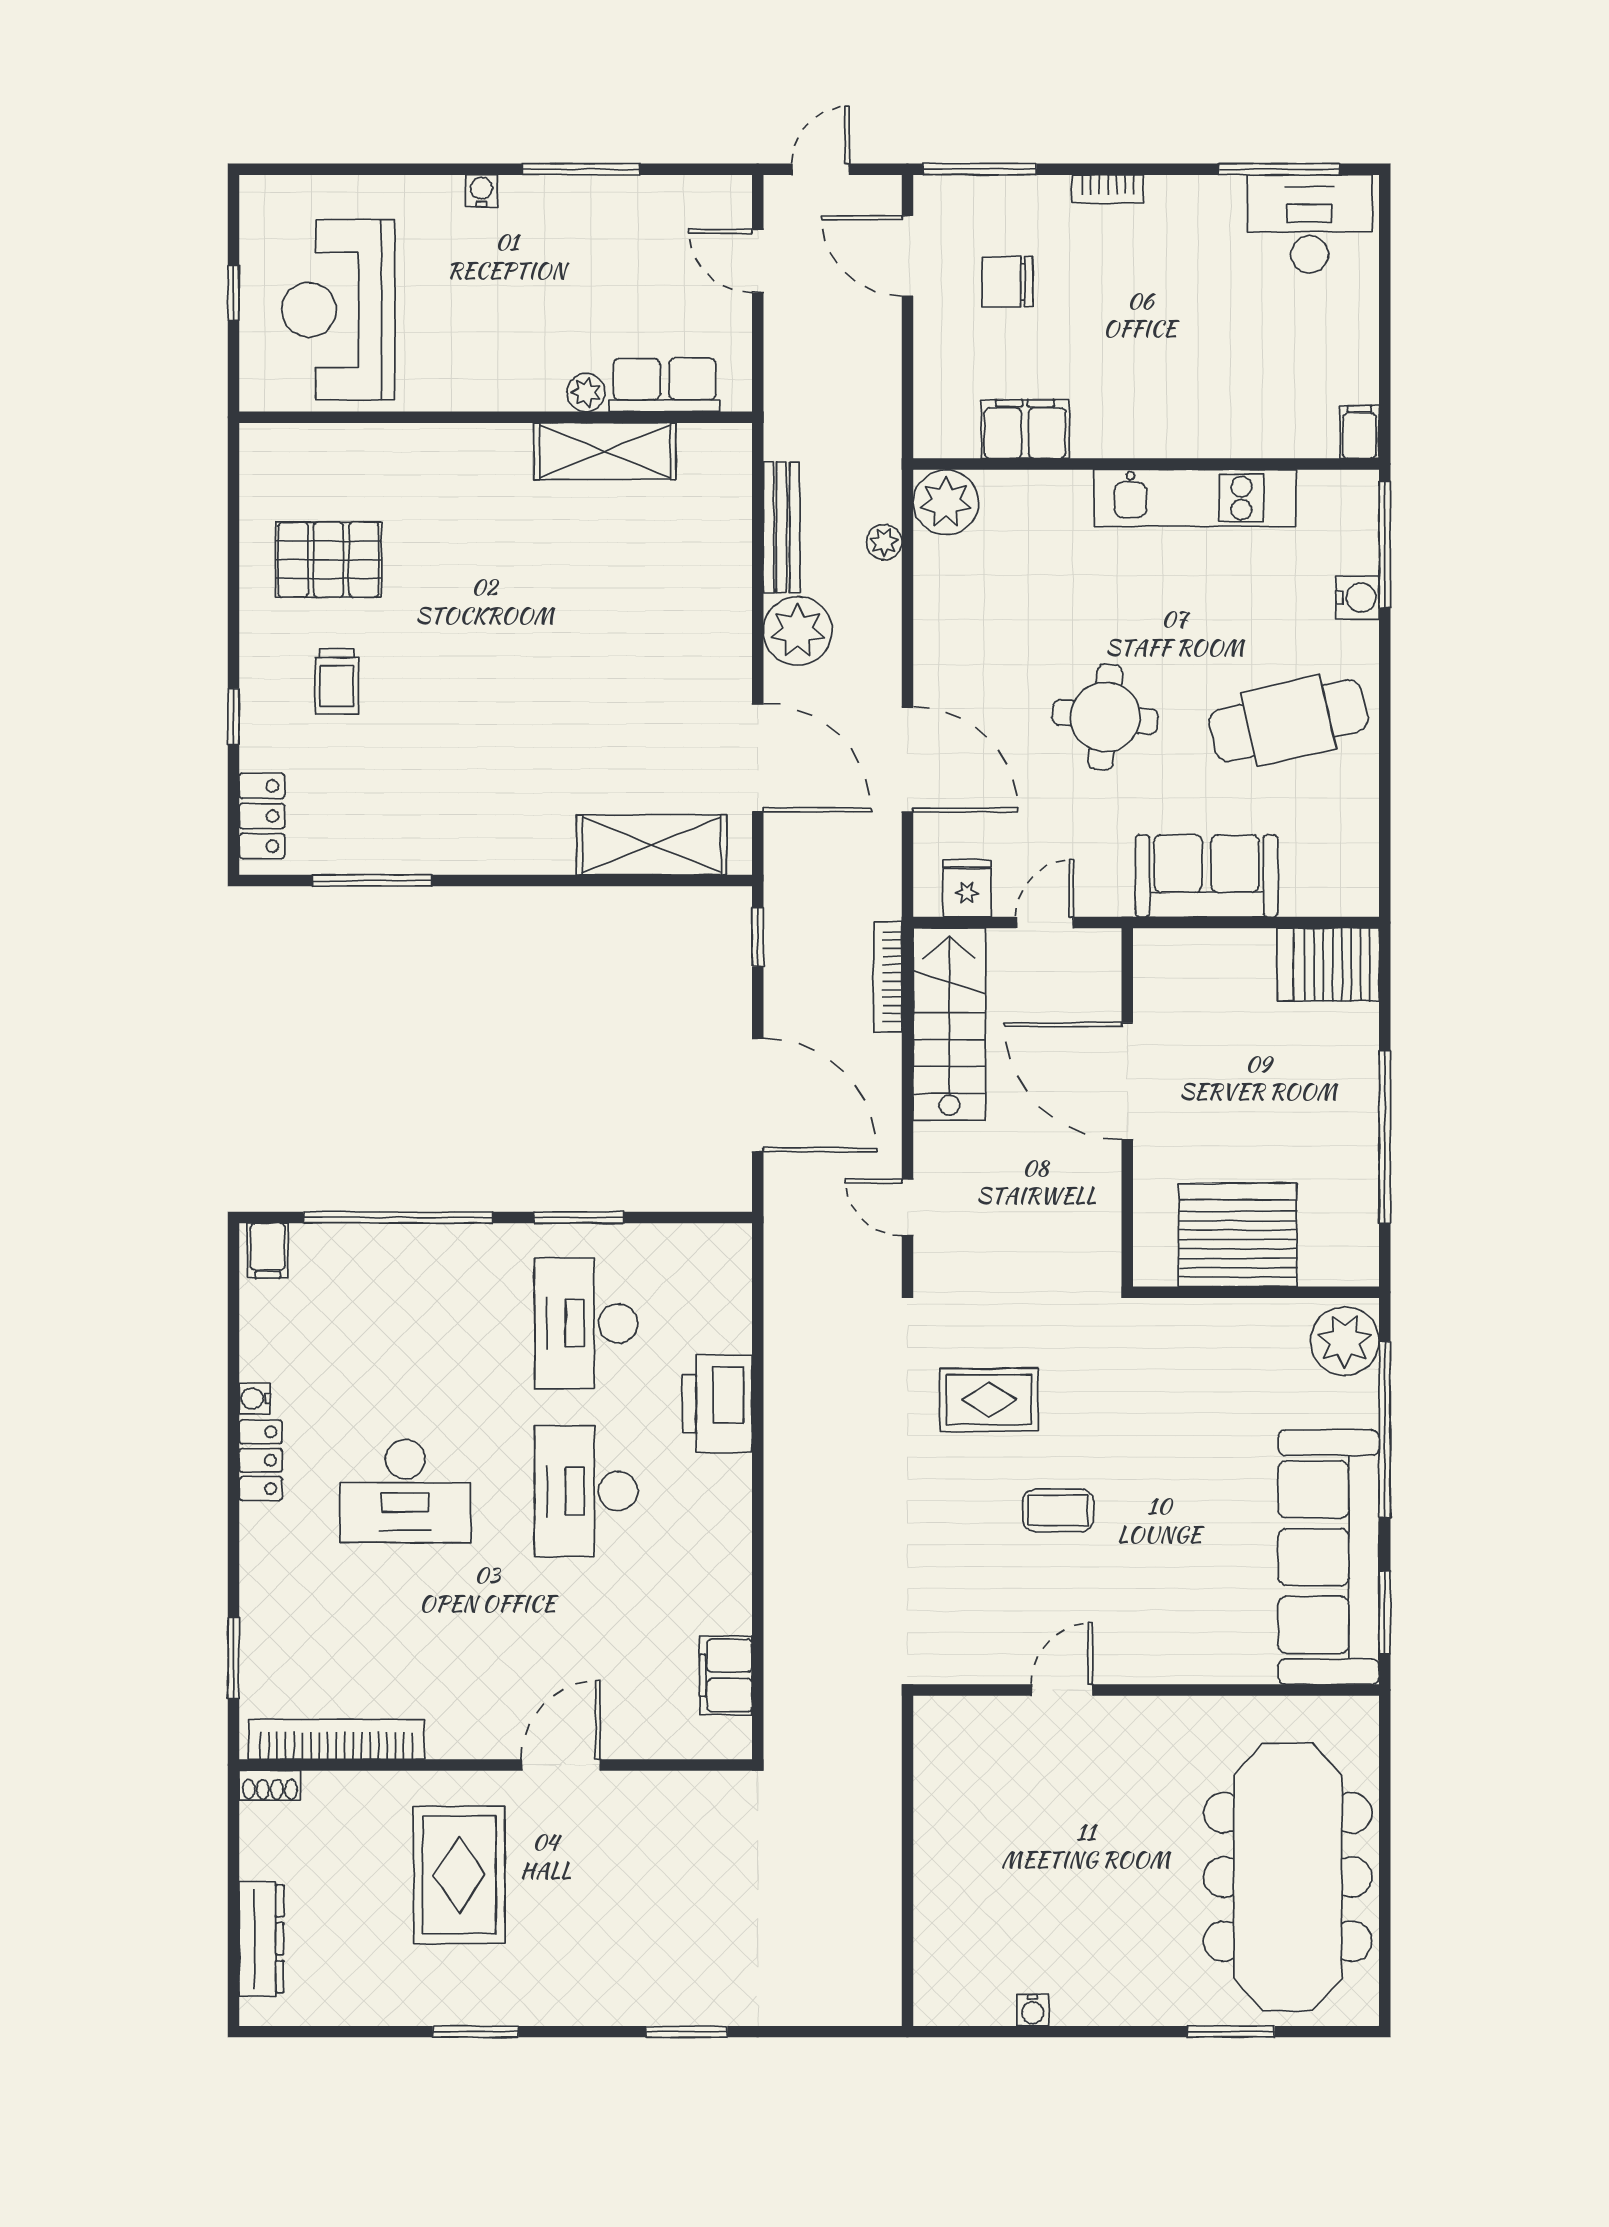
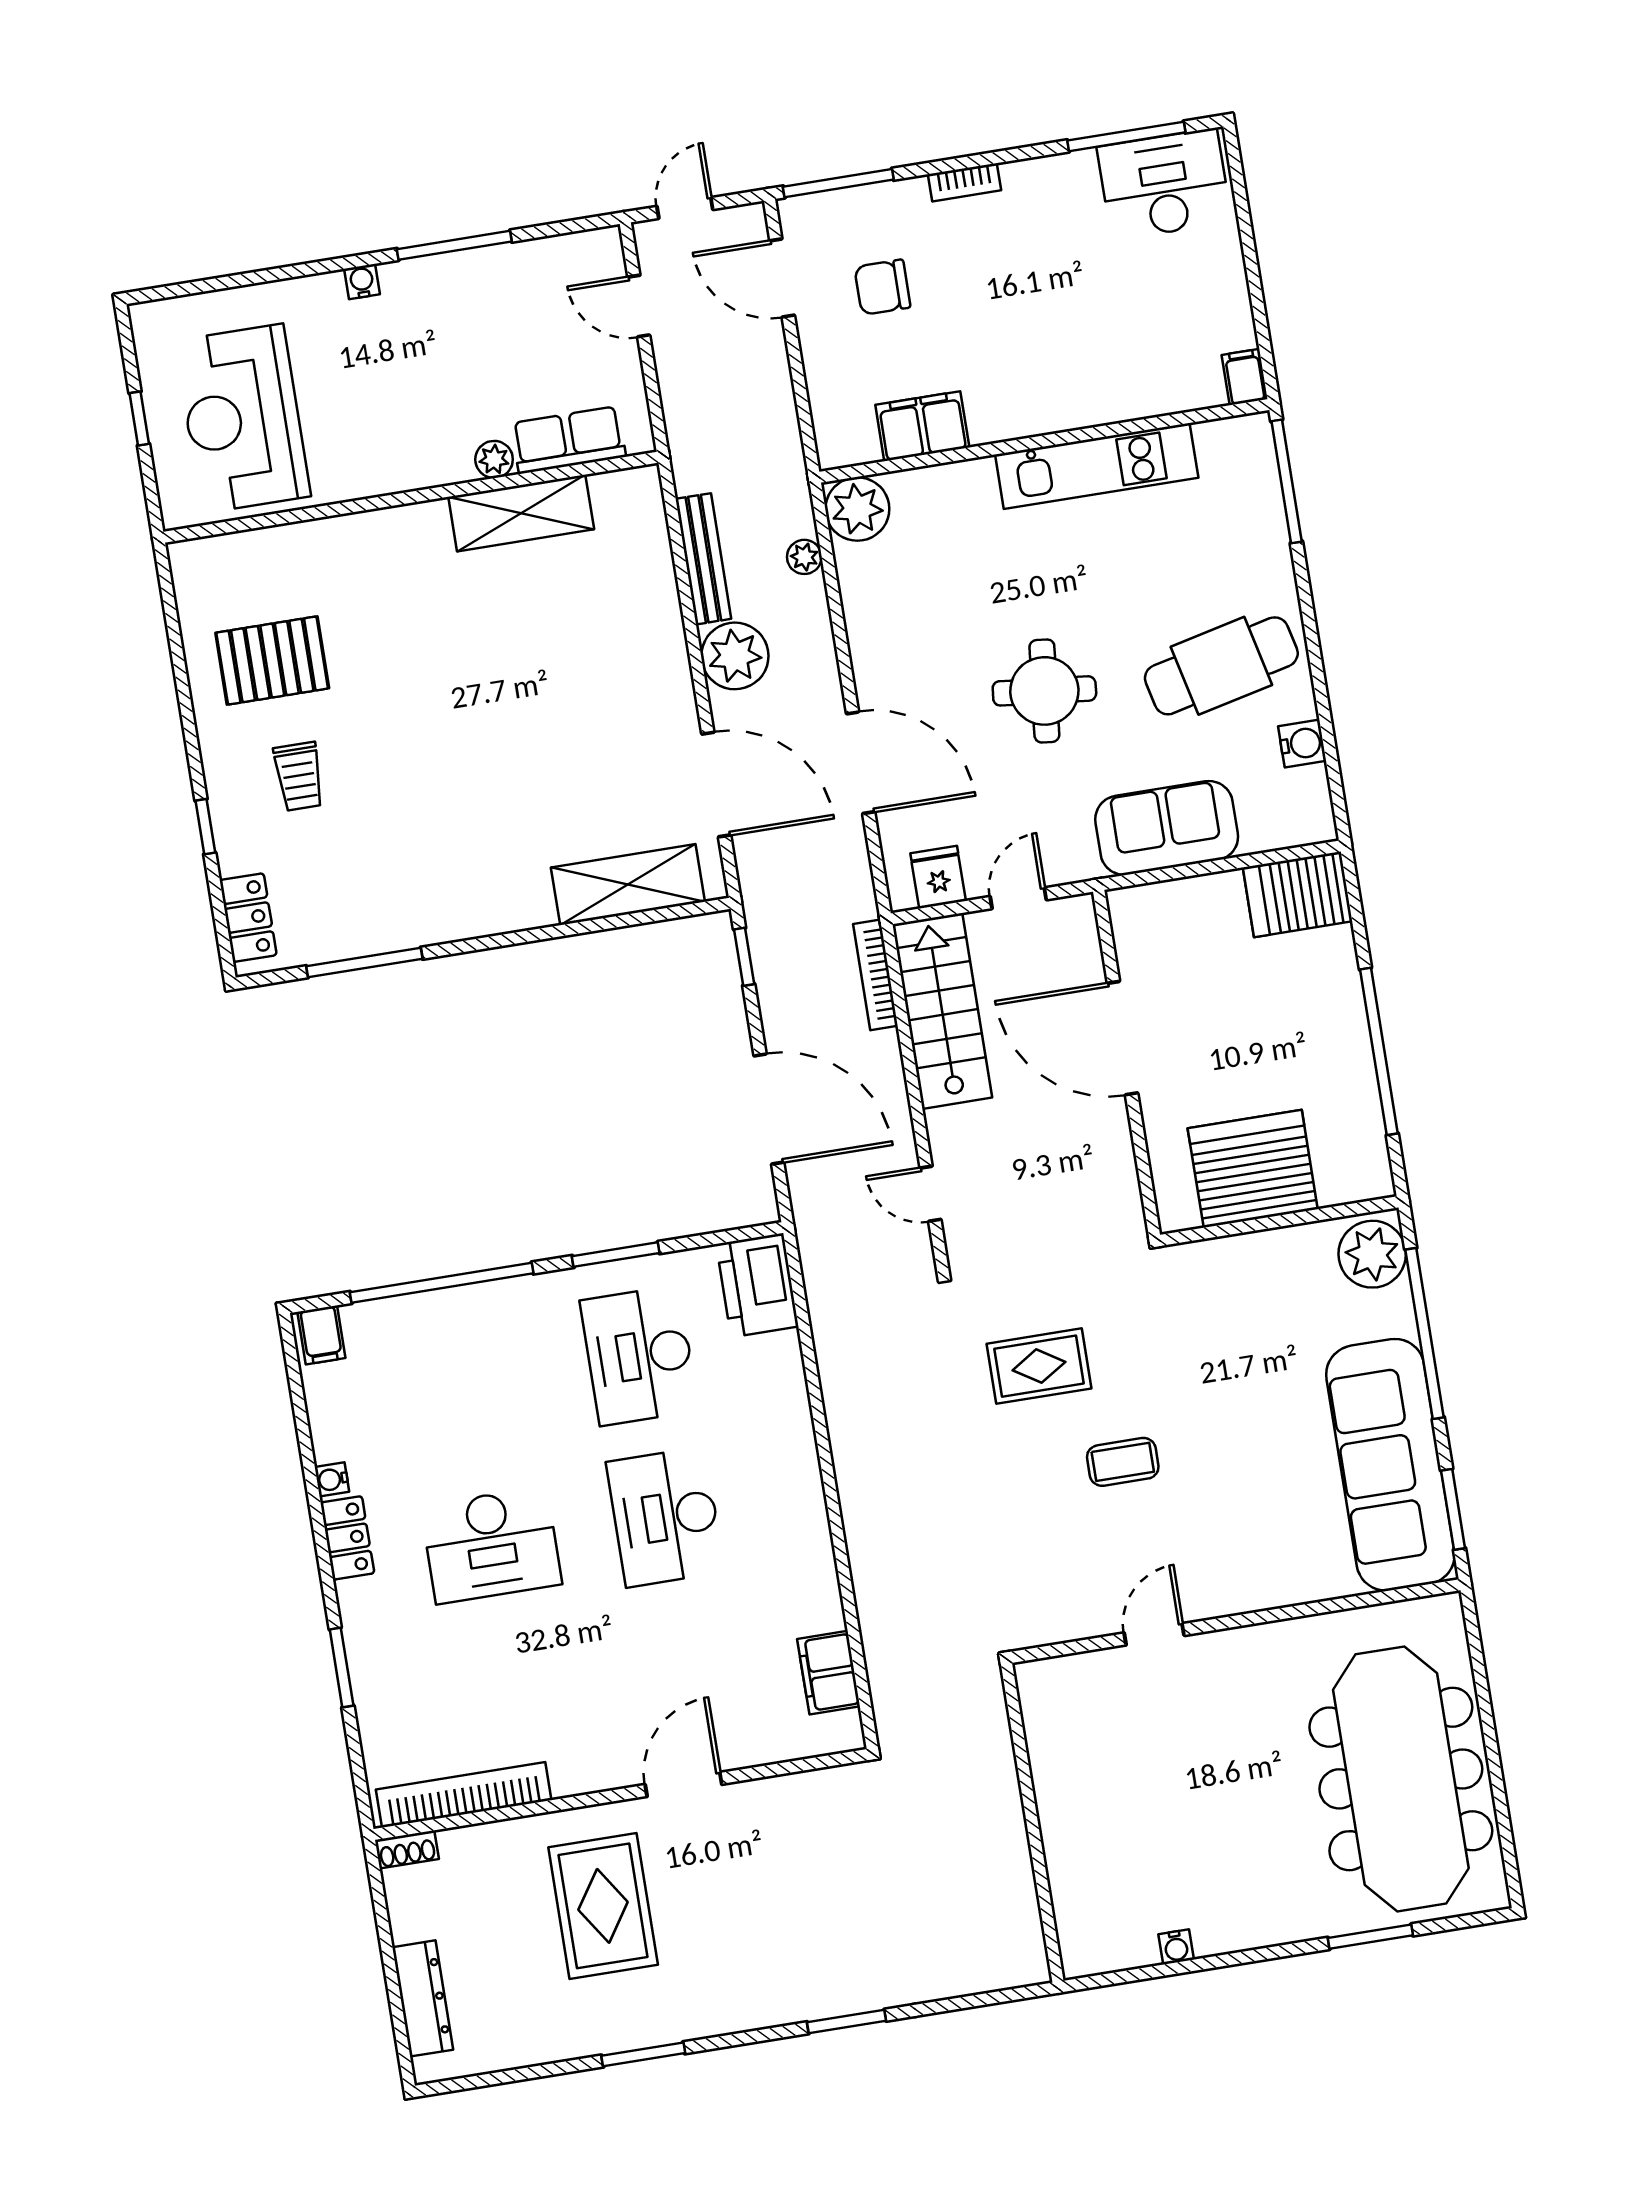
water cooler: (1358, 598) -> (1302, 744), moved
printer: (717, 1404) -> (757, 1285), moved
window: (234, 1658) -> (342, 1667), moved

